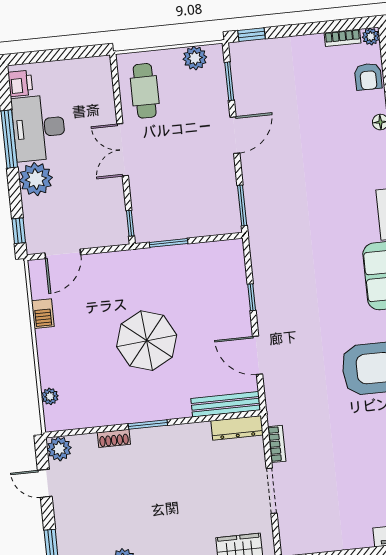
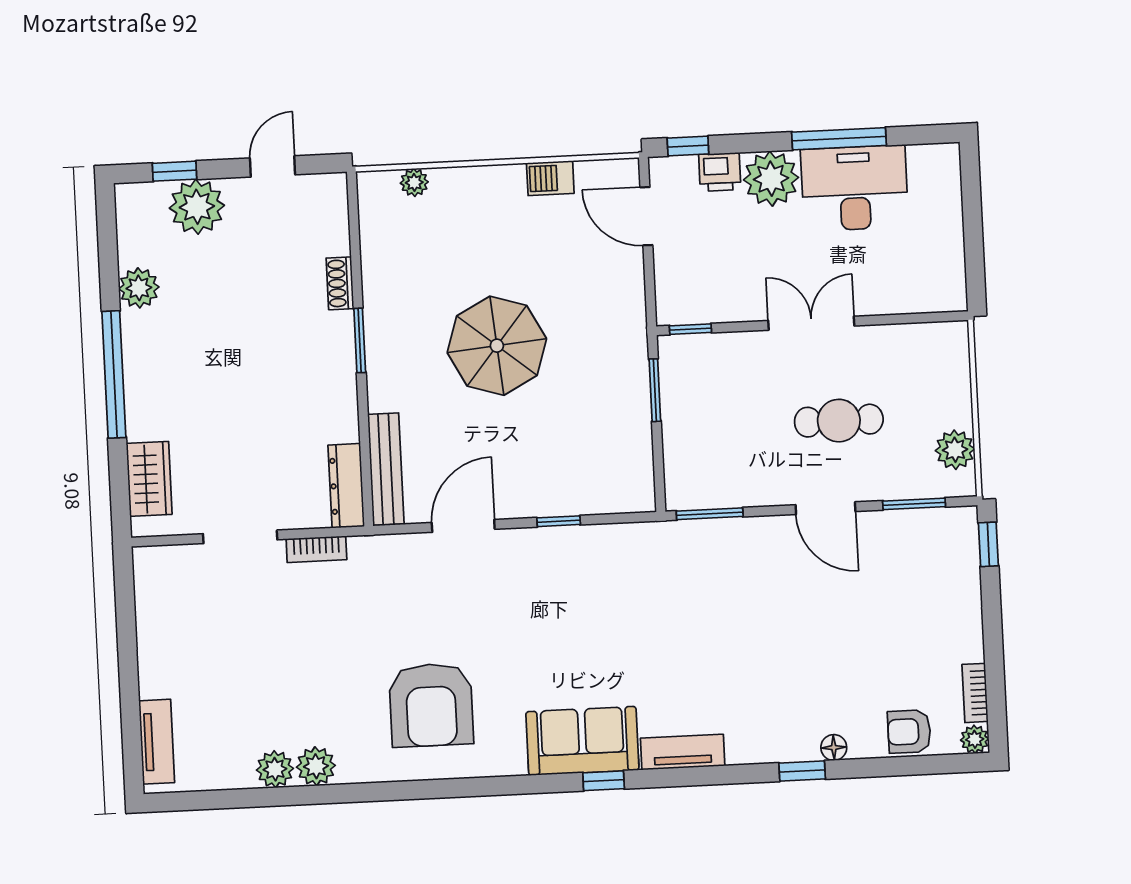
printer: (20, 83) -> (720, 172), moved
cafe table: (145, 91) -> (839, 421), moved
plant: (59, 449) -> (197, 207), moved, width x1.36, depth x1.36

